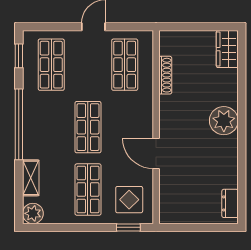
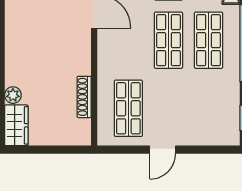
shop shelf: (51, 65) -> (209, 40), moved
plant: (224, 121) -> (13, 95), moved, width x0.53, depth x0.53

